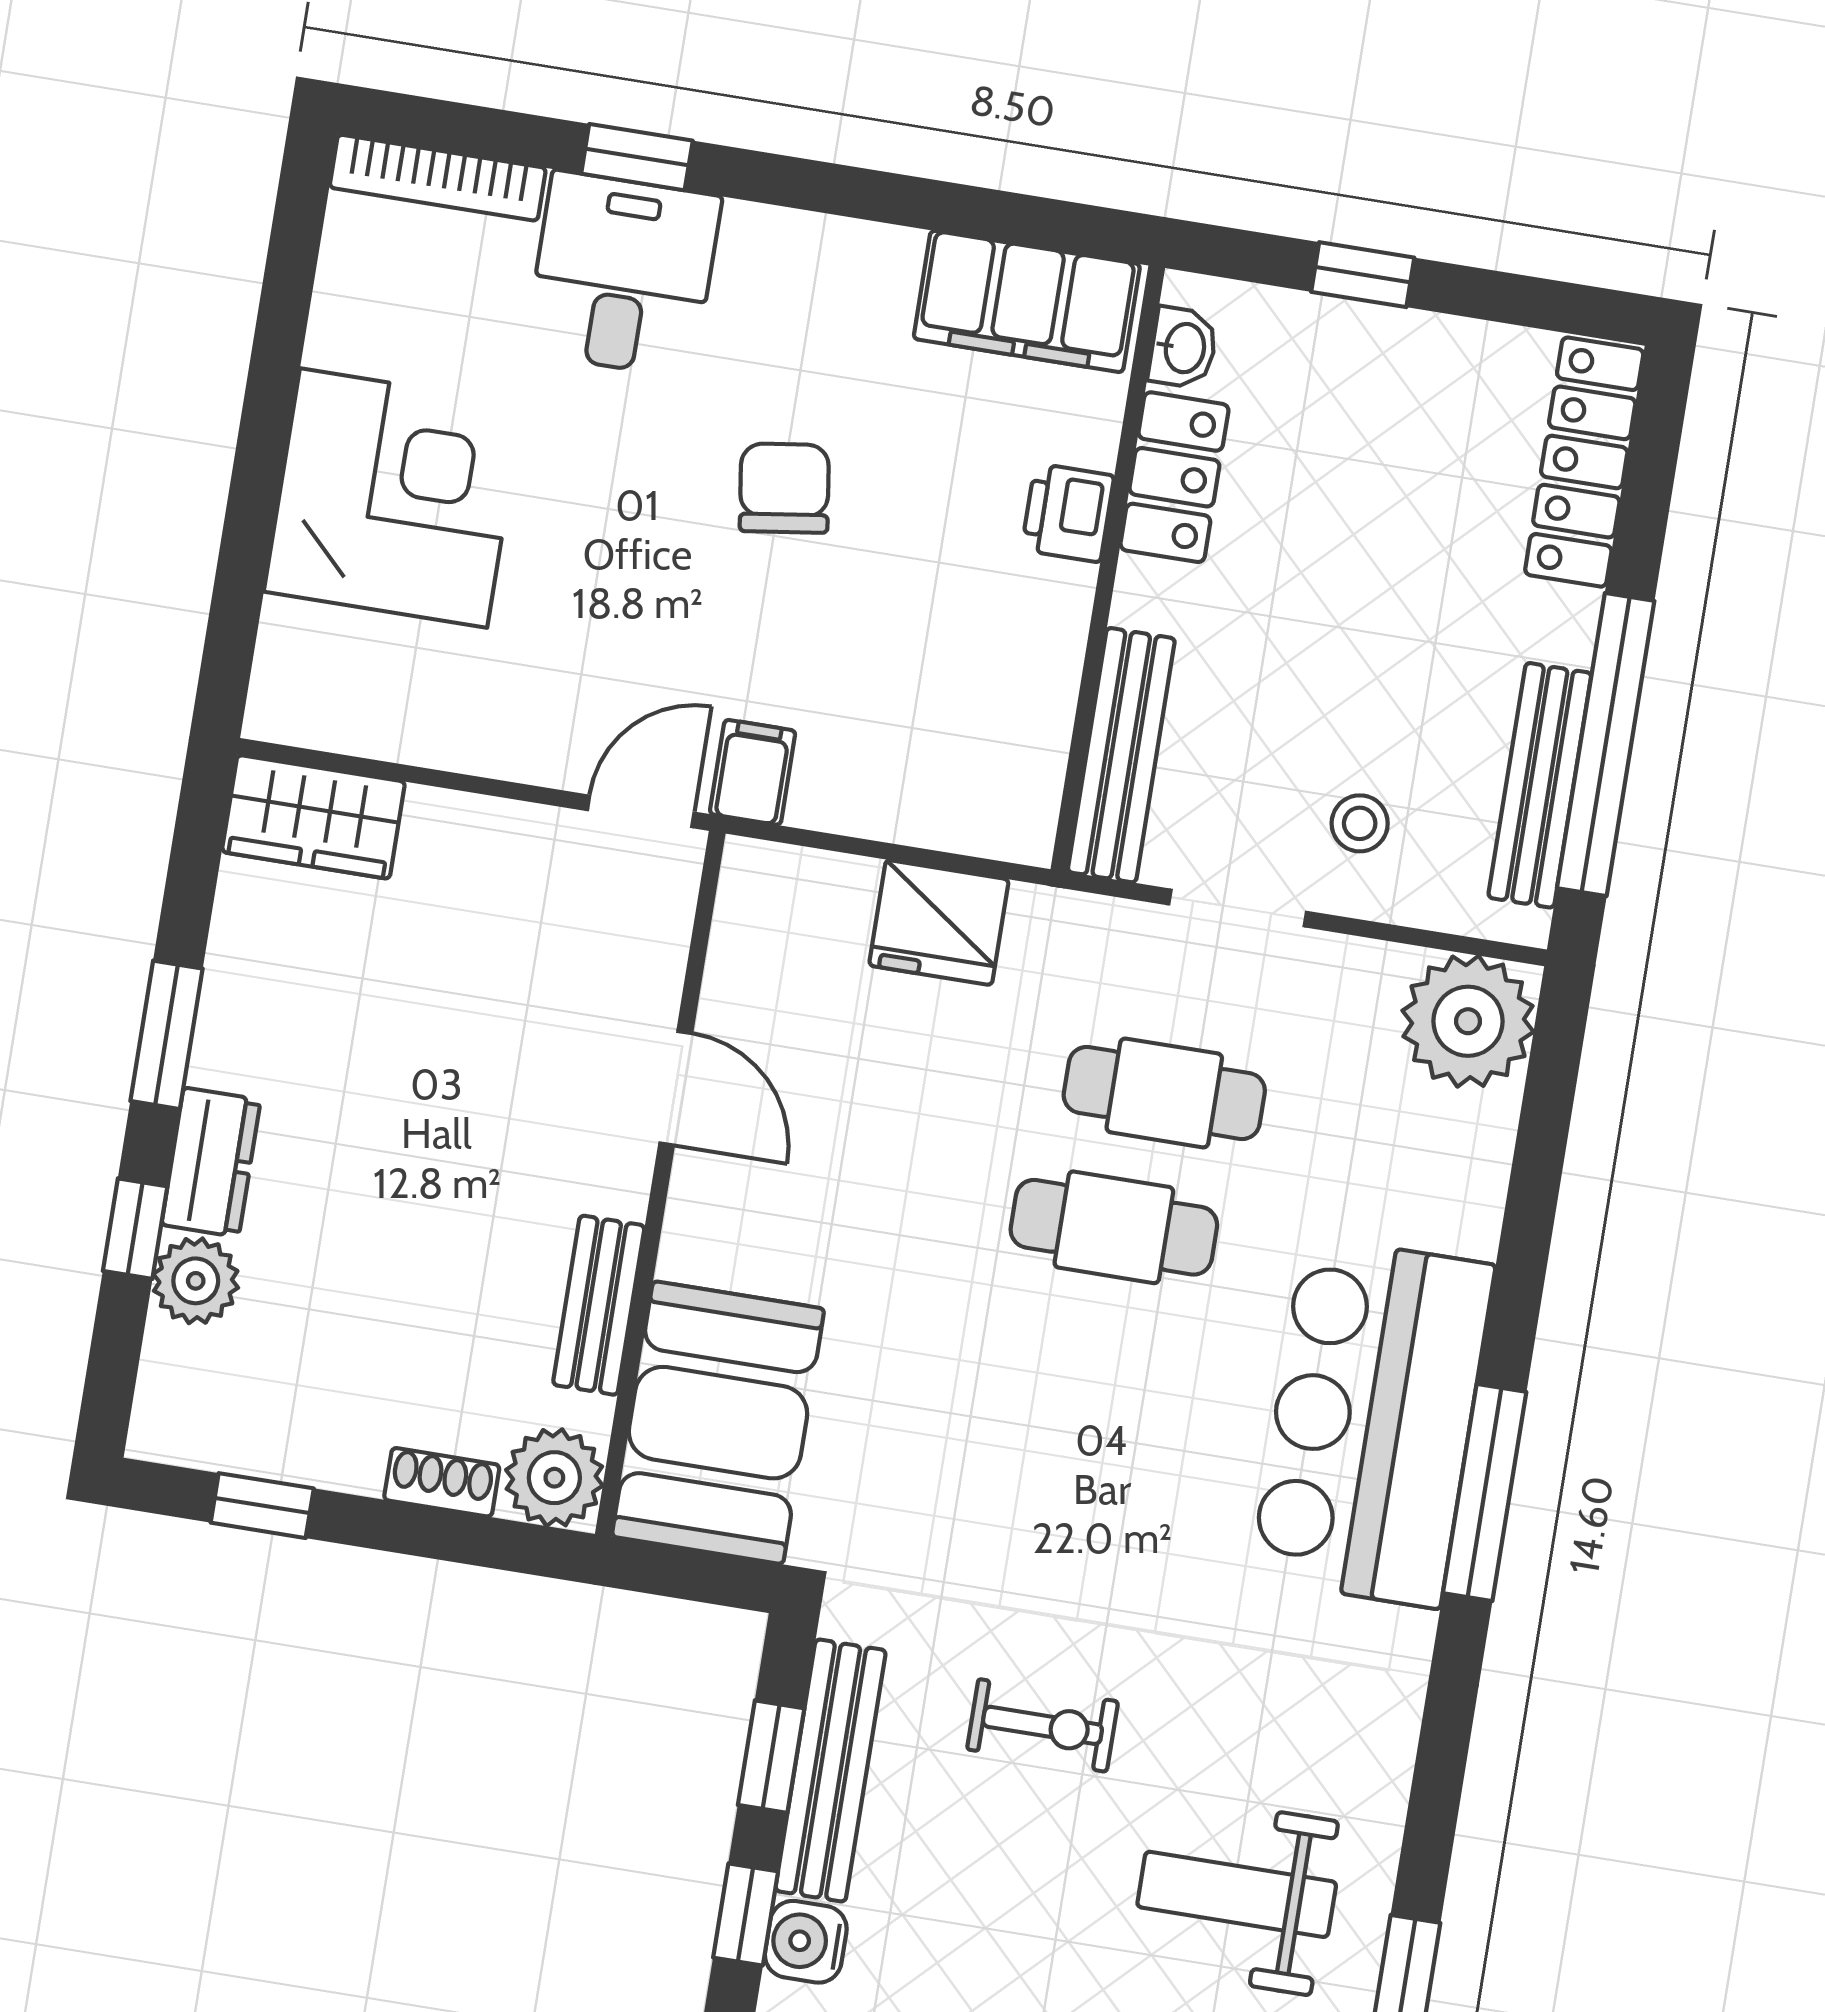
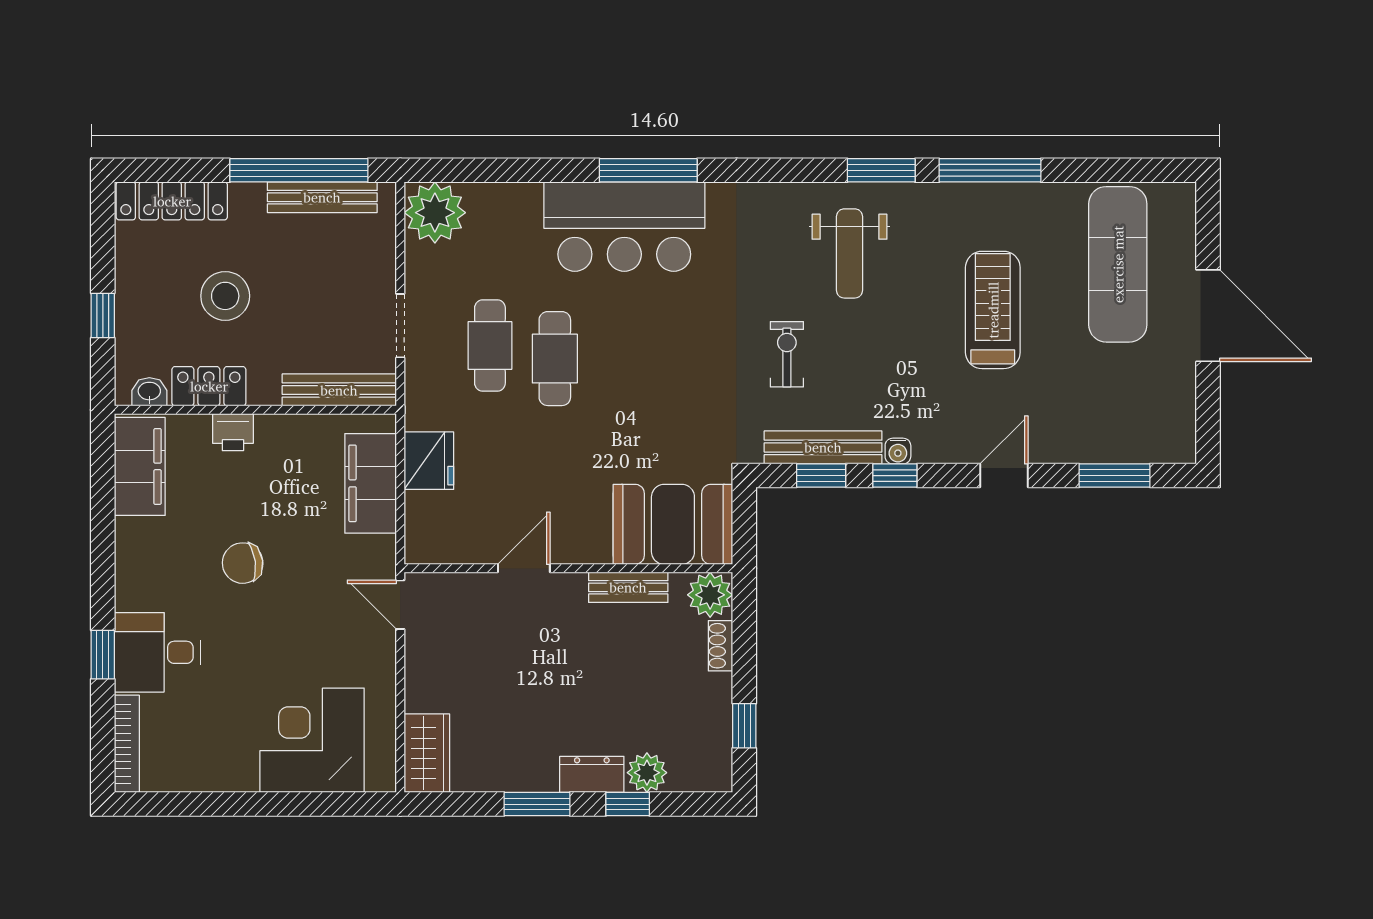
corner desk: (394, 498) -> (312, 740), moved
filing cabinet: (753, 772) -> (371, 483), moved, width x3.00, depth x1.17
stool: (1360, 823) -> (225, 296), moved, width x1.89, depth x1.89
water cooler: (806, 1942) -> (898, 451), width x0.72, depth x0.72

